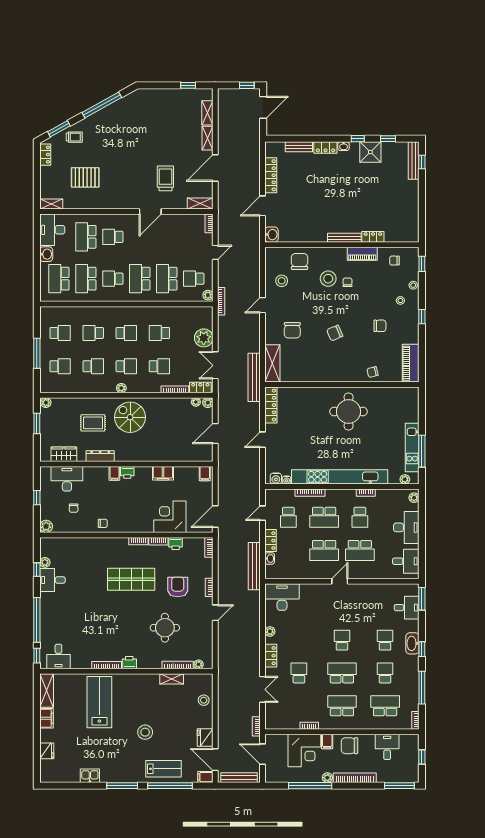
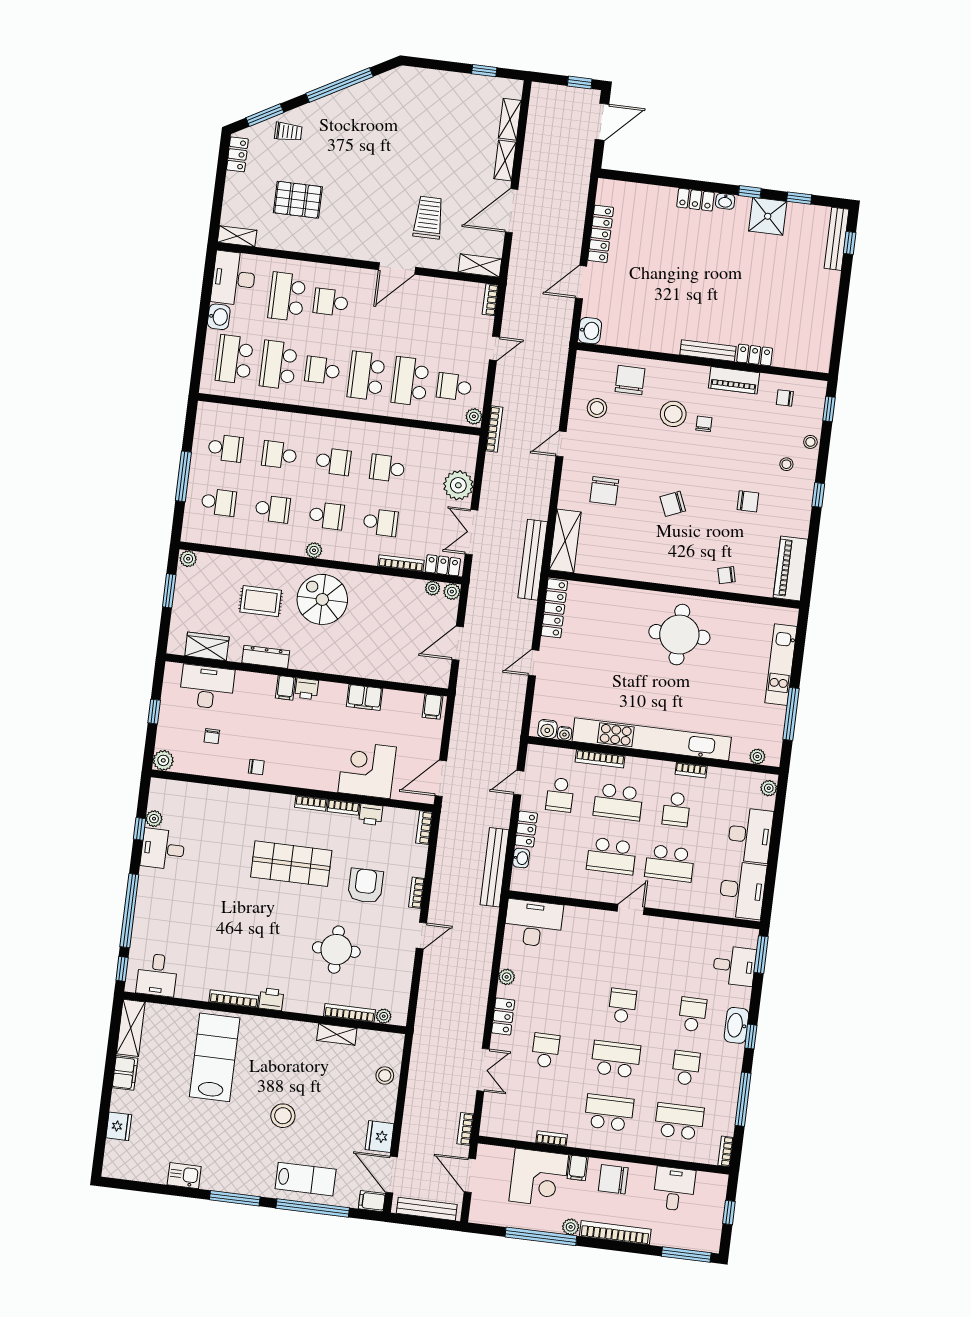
bench: (299, 147) -> (652, 193), removed
kitchen unit: (412, 447) -> (781, 665), moved
desk: (406, 561) -> (742, 890), width x1.37

